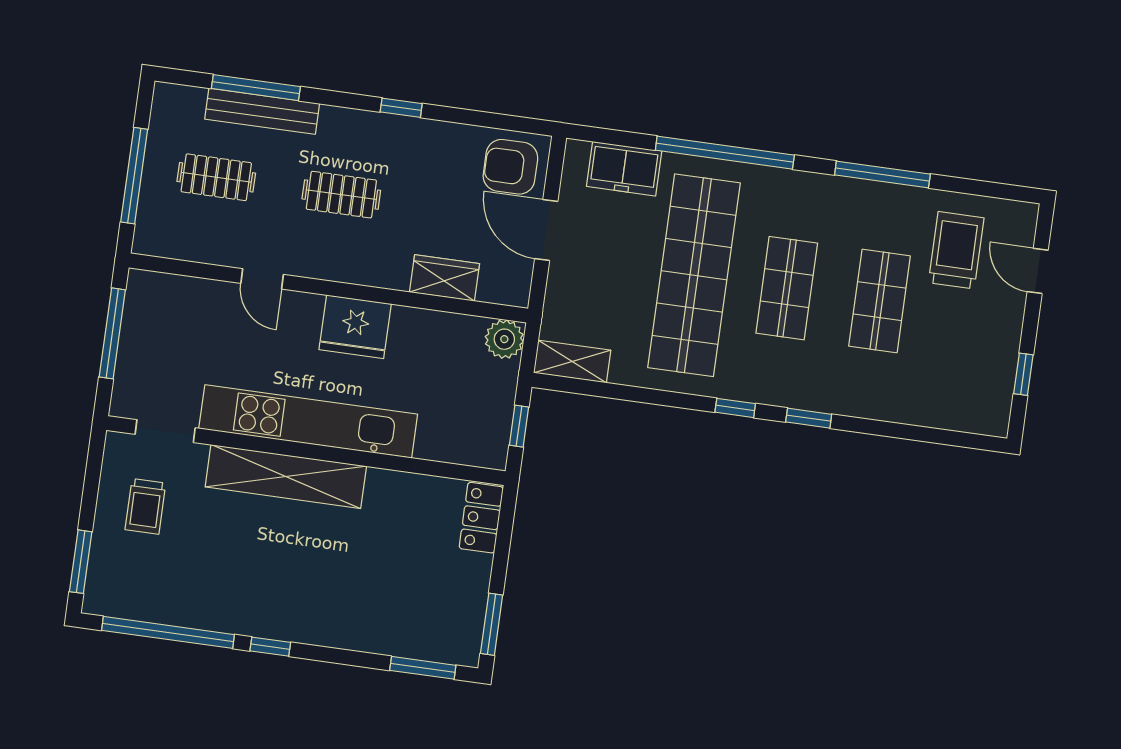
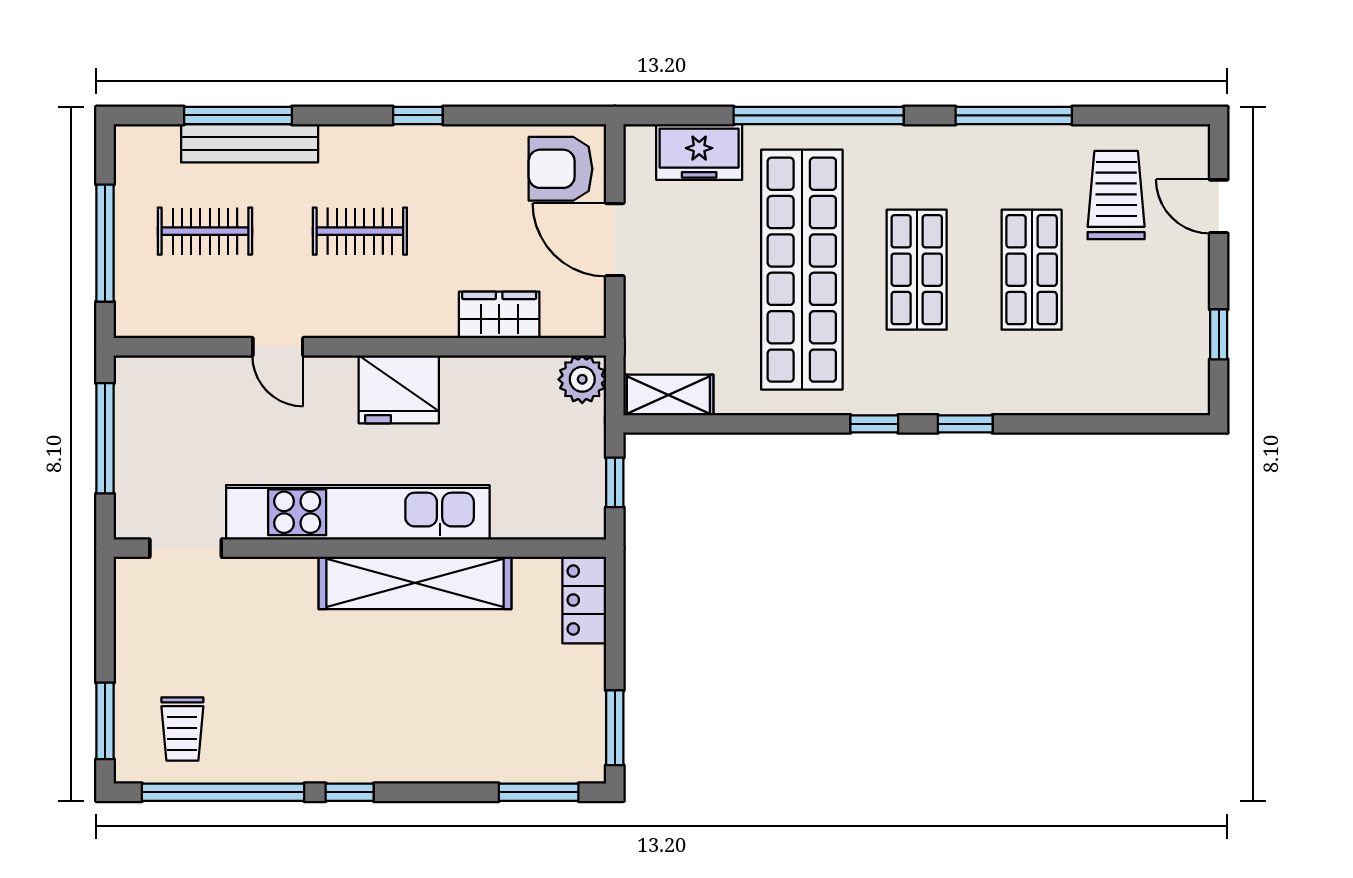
shelving: (286, 476) -> (415, 583), moved
trolley: (145, 506) -> (182, 729), moved

